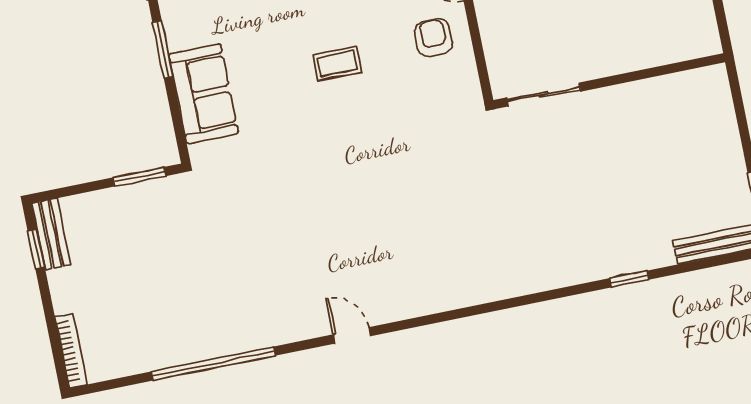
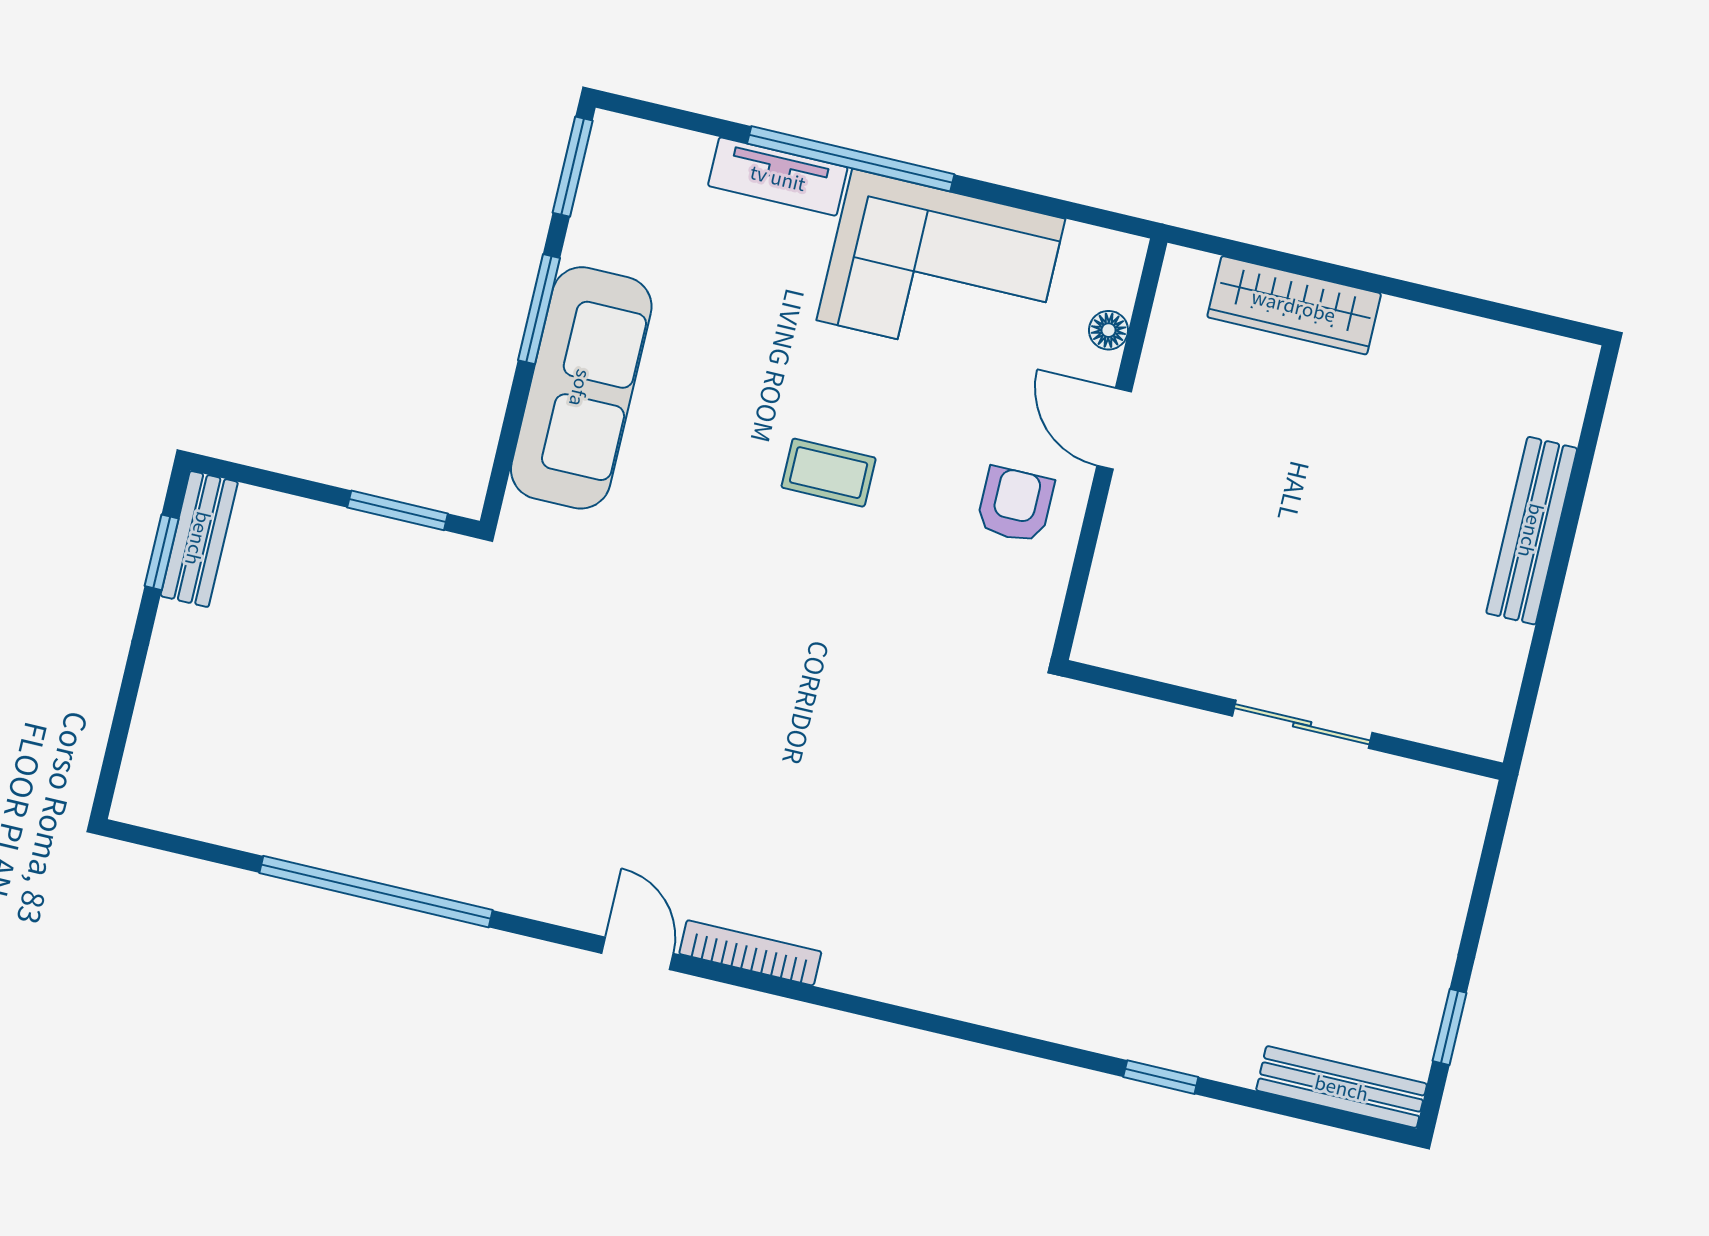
sofa: (204, 94) -> (581, 388), width x1.36
sliding door: (544, 94) -> (1302, 724), moved
bookcase: (71, 351) -> (750, 953), moved, turned -90

